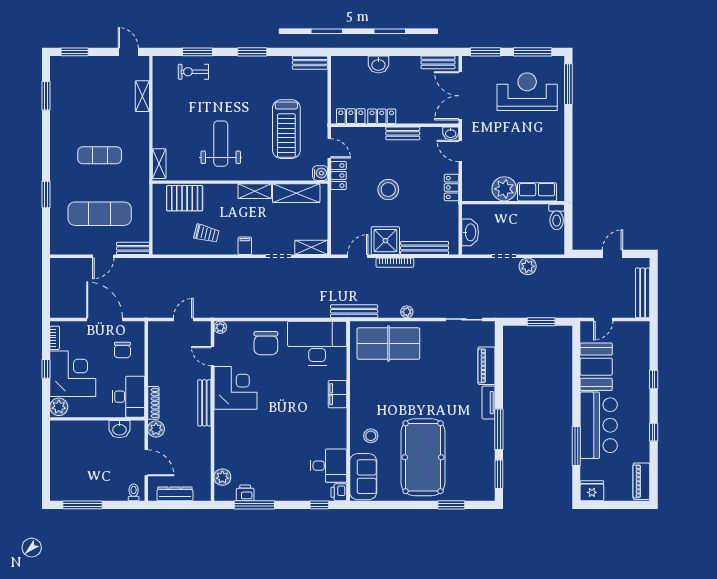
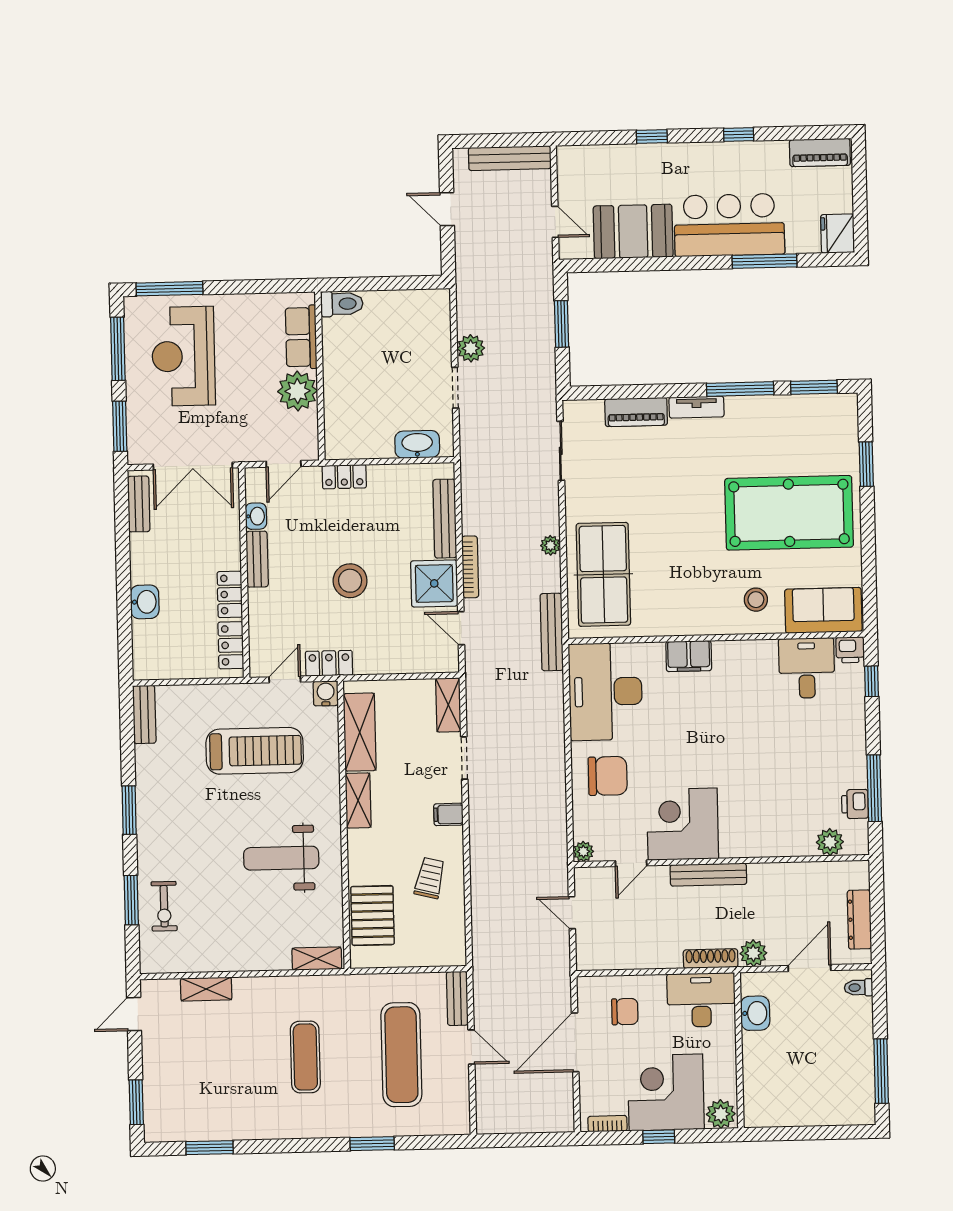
washbasin: (451, 133) -> (256, 516), moved
plant: (504, 189) -> (298, 391), moved
row of seats: (537, 192) -> (301, 337), moved
wall: (513, 203) -> (320, 376), moved
toilet: (557, 217) -> (342, 304), moved

